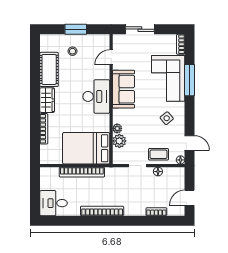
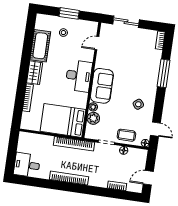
corner sofa: (168, 78) -> (145, 69), removed
sofa: (123, 89) -> (102, 86), moved
bookcase: (82, 172) -> (74, 144), moved

